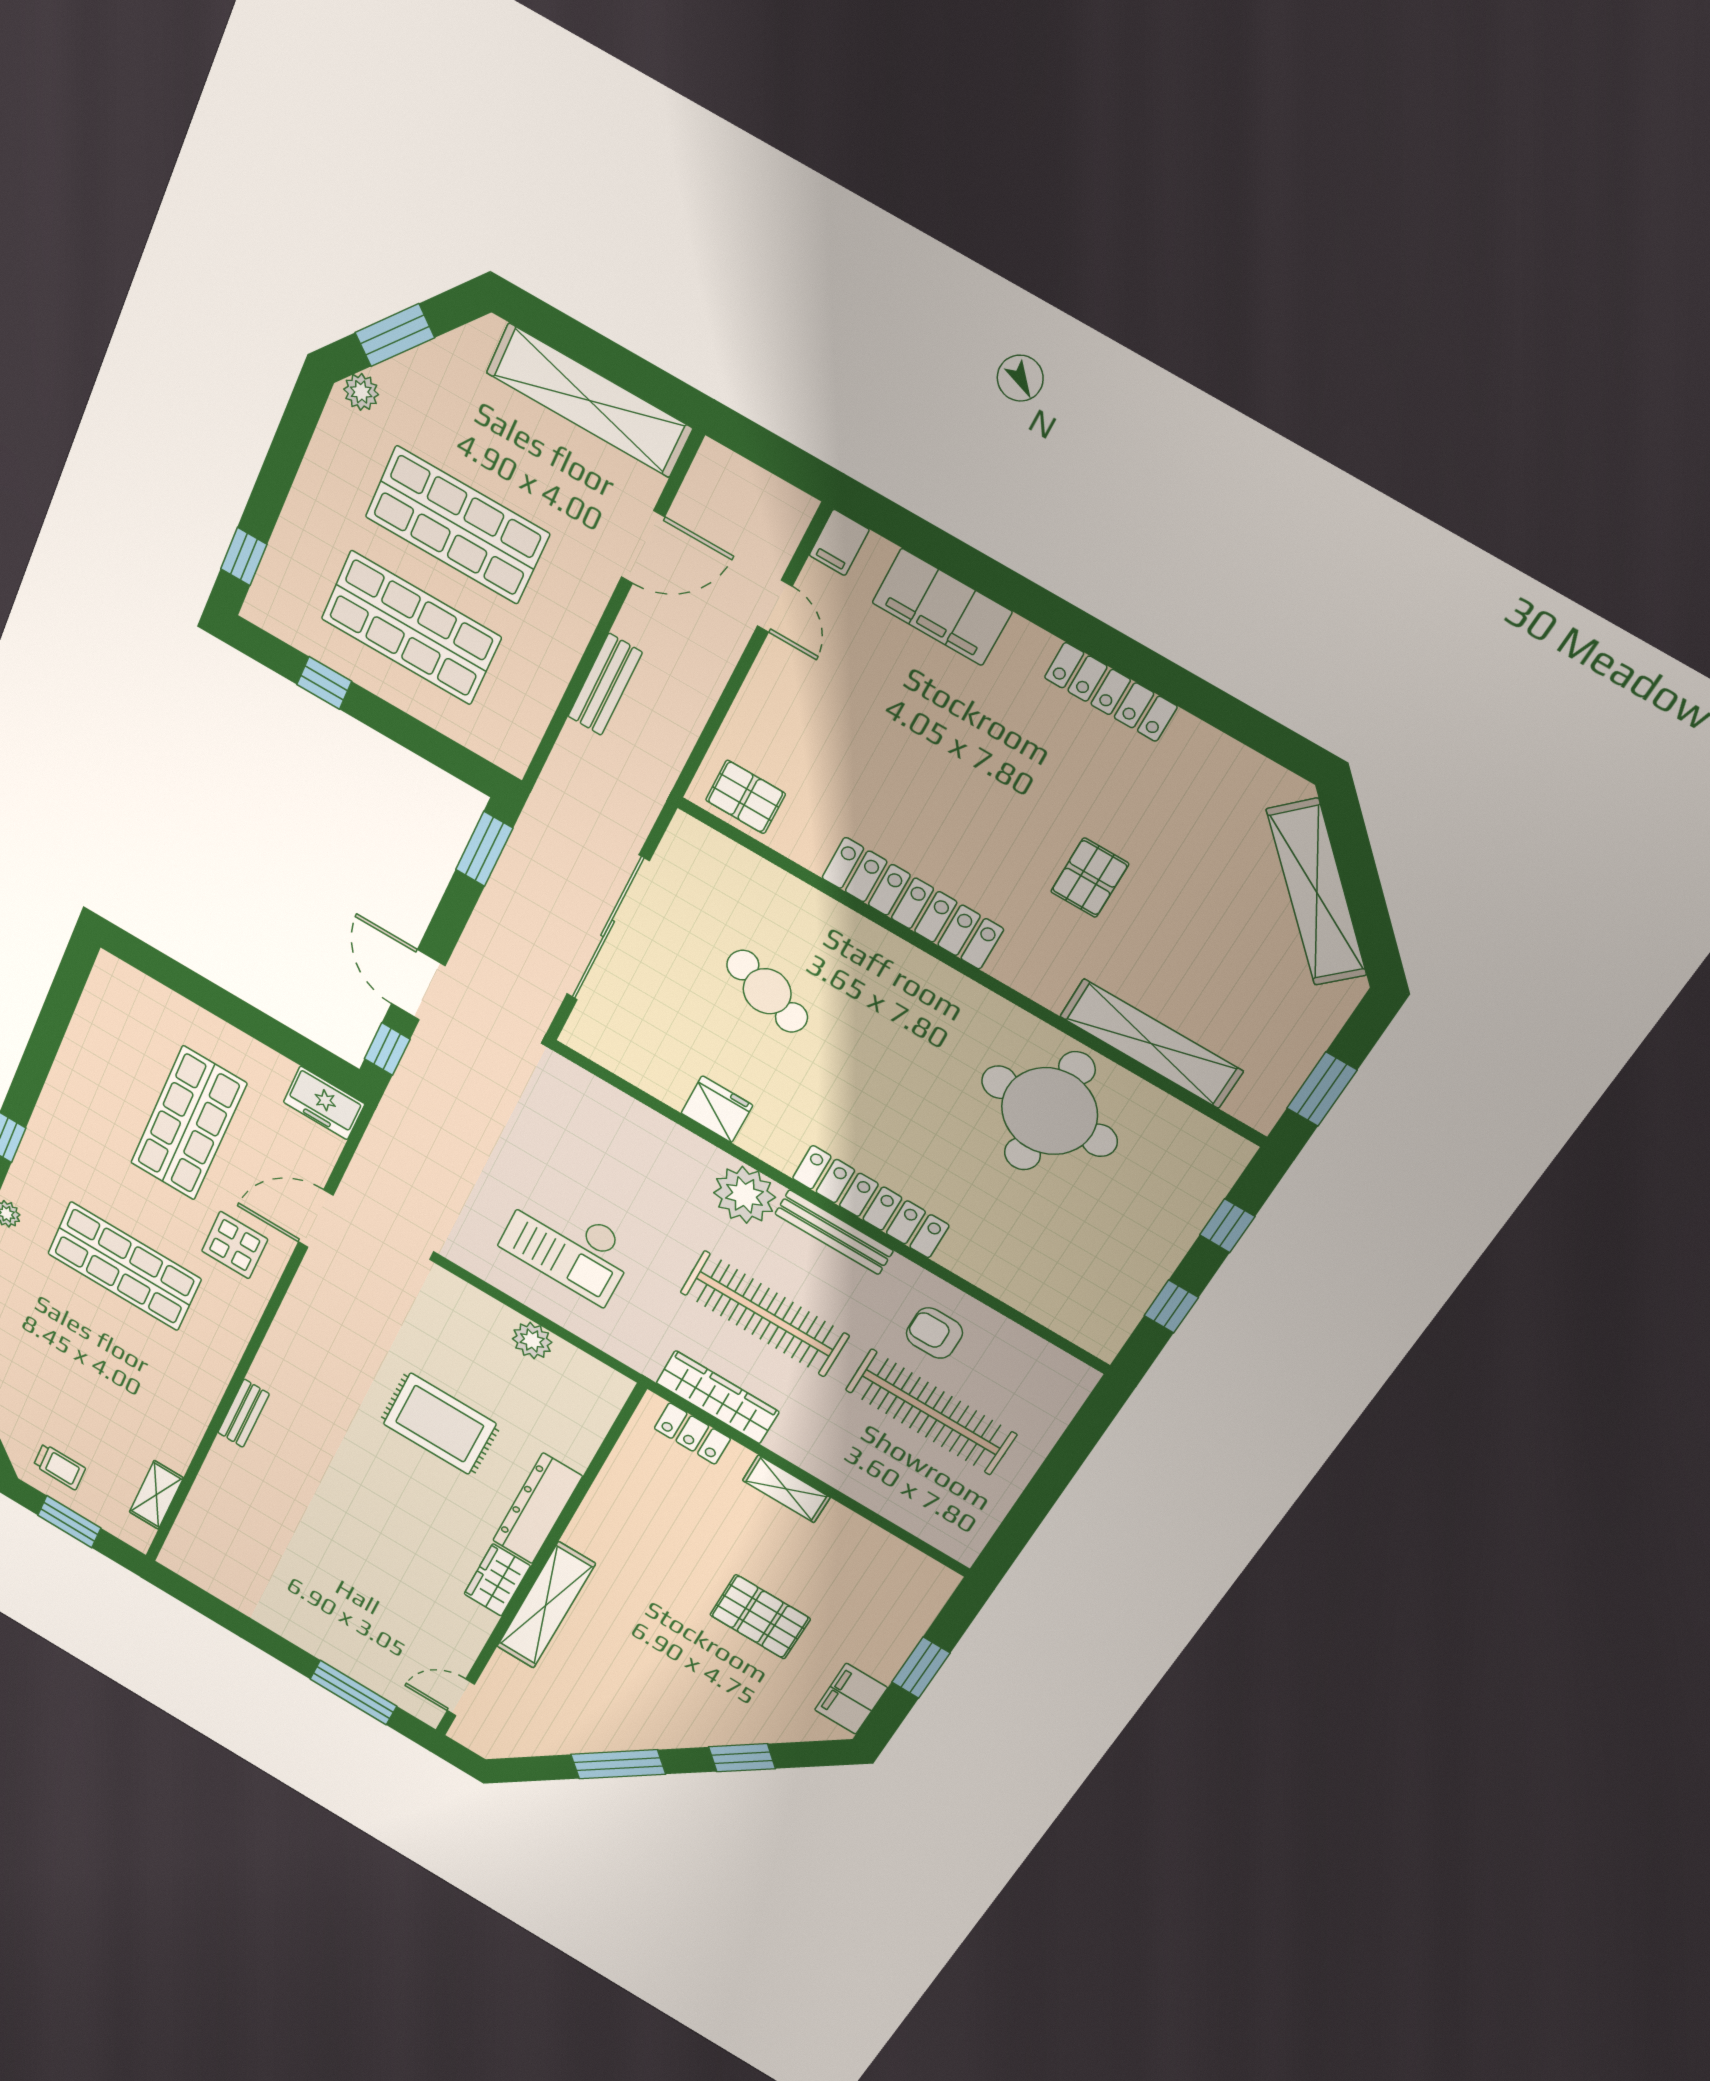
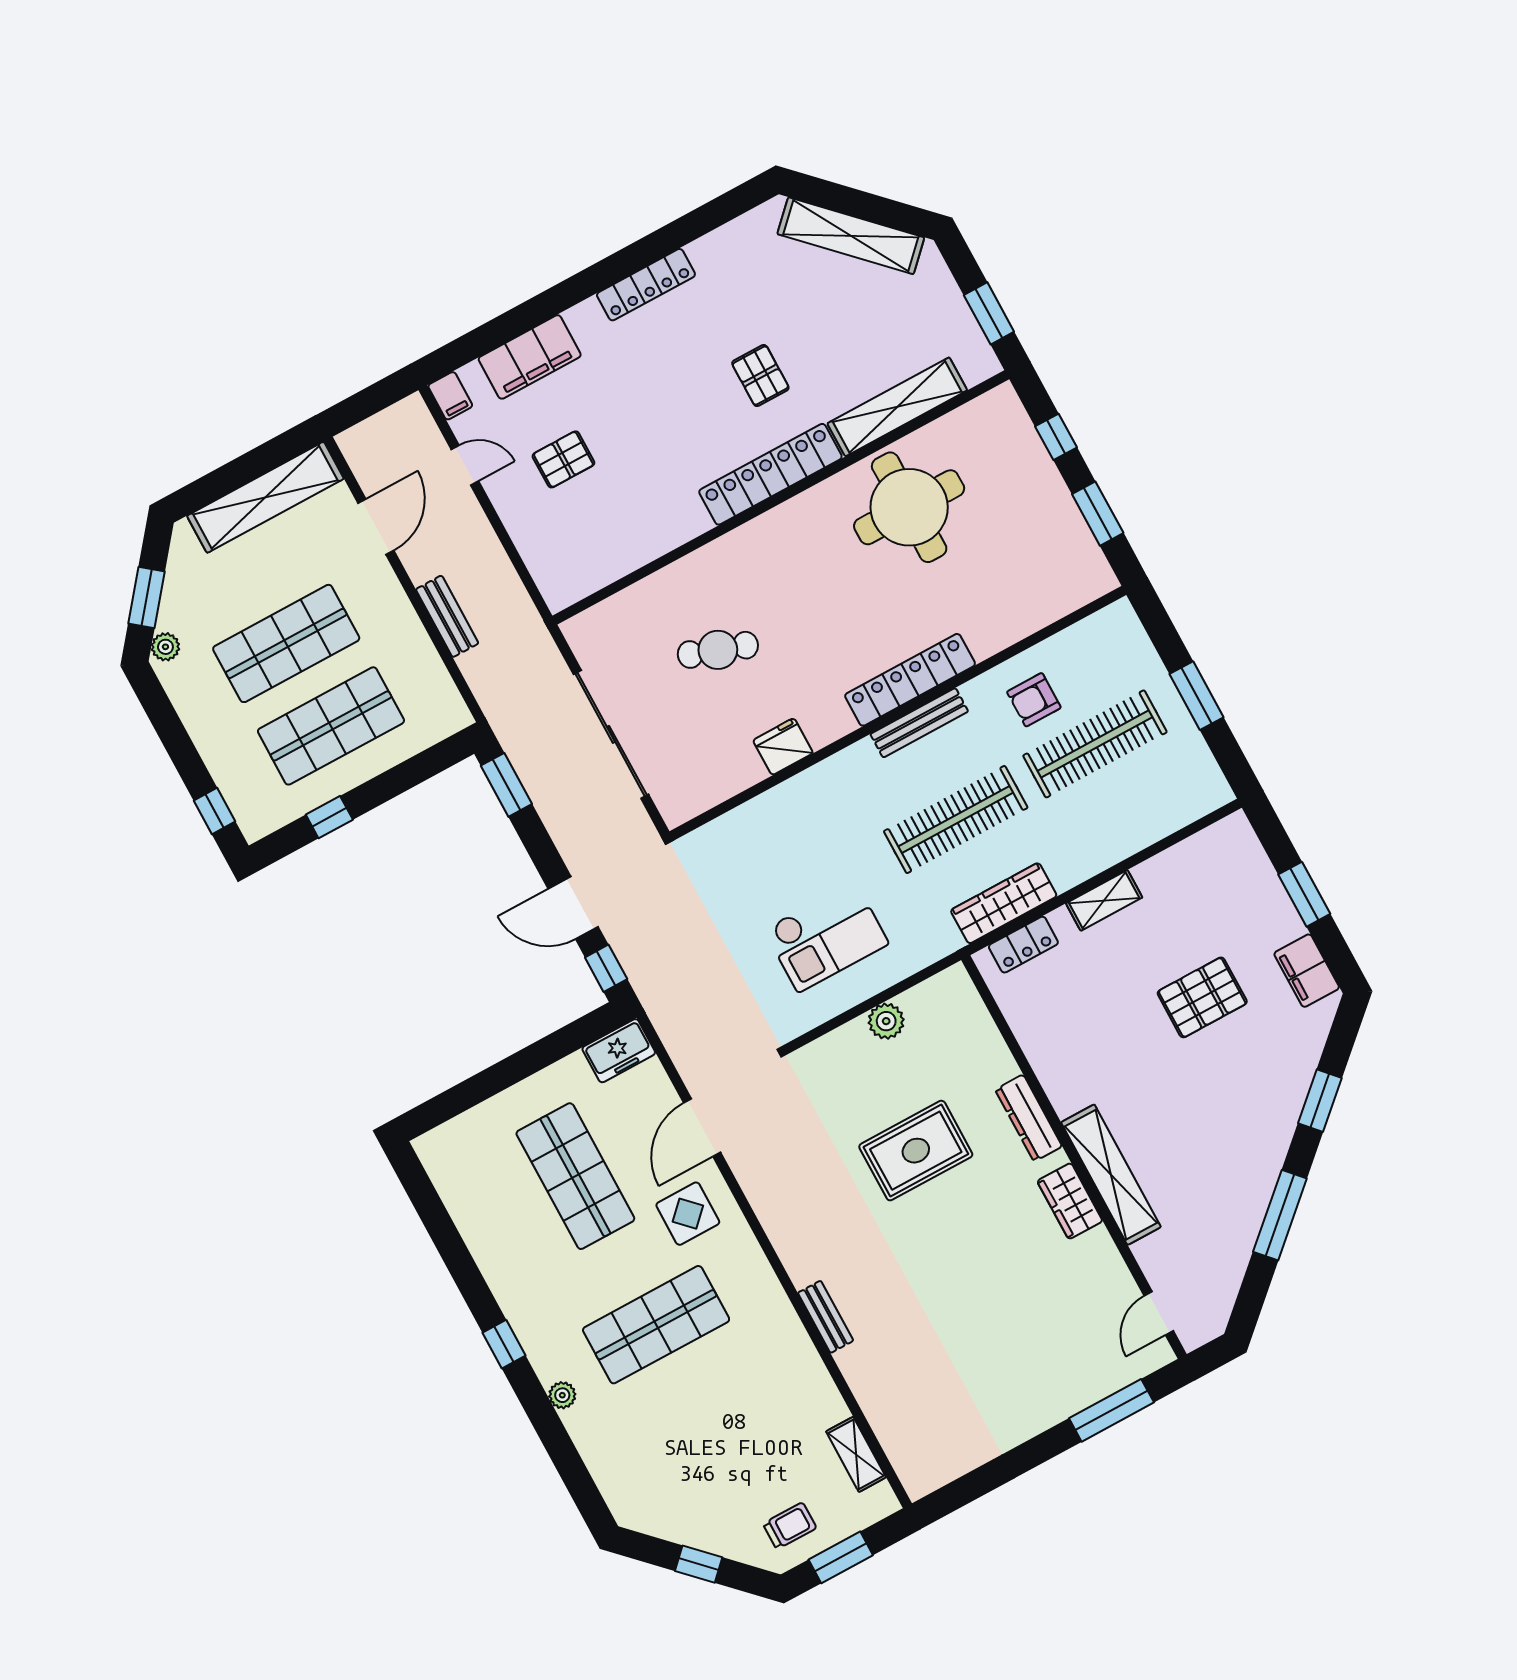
pallet: (746, 797) -> (563, 459), moved
locker: (913, 903) -> (770, 474), moved
plant: (745, 1195) -> (857, 771), removed
window: (1171, 1307) -> (1098, 514), width x1.50
window: (1046, 1487) -> (1197, 696), added
dresser: (537, 1509) -> (1029, 1118), width x0.73, depth x0.80

